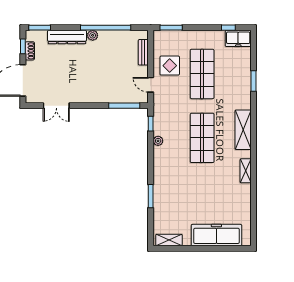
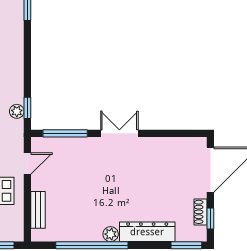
door: (151, 85) -> (27, 163), hinge flipped
double door: (56, 106) -> (119, 133), moved
plant: (158, 141) -> (17, 111), moved

